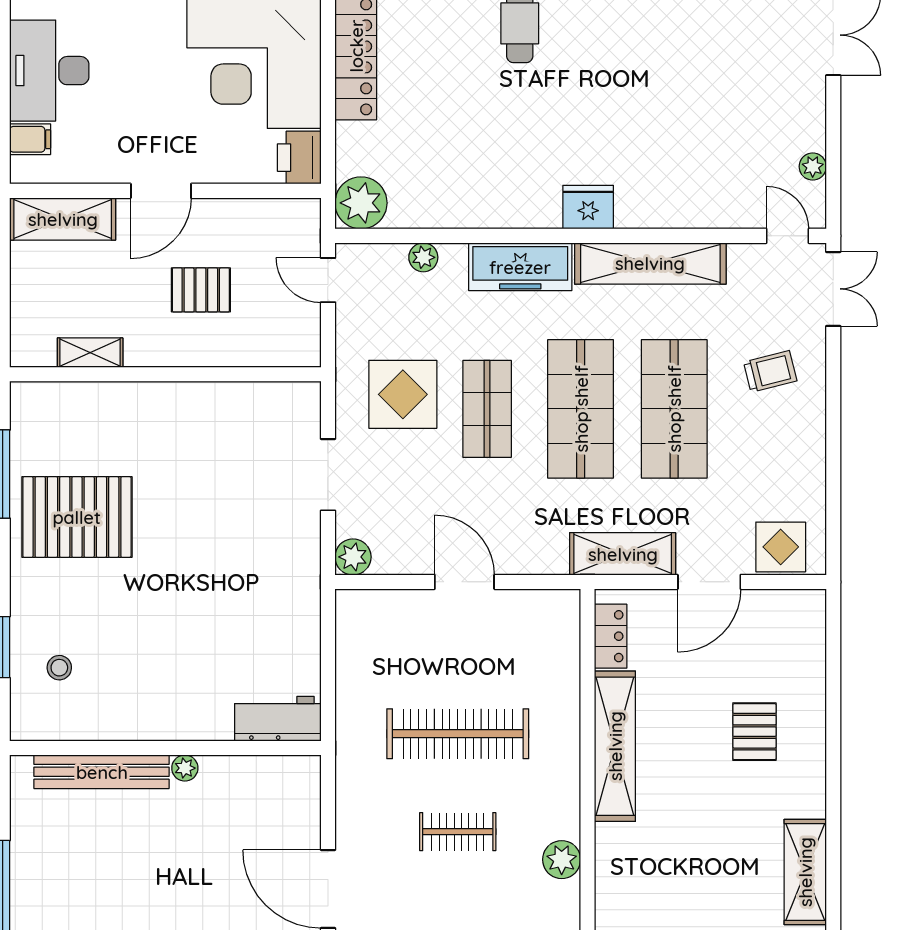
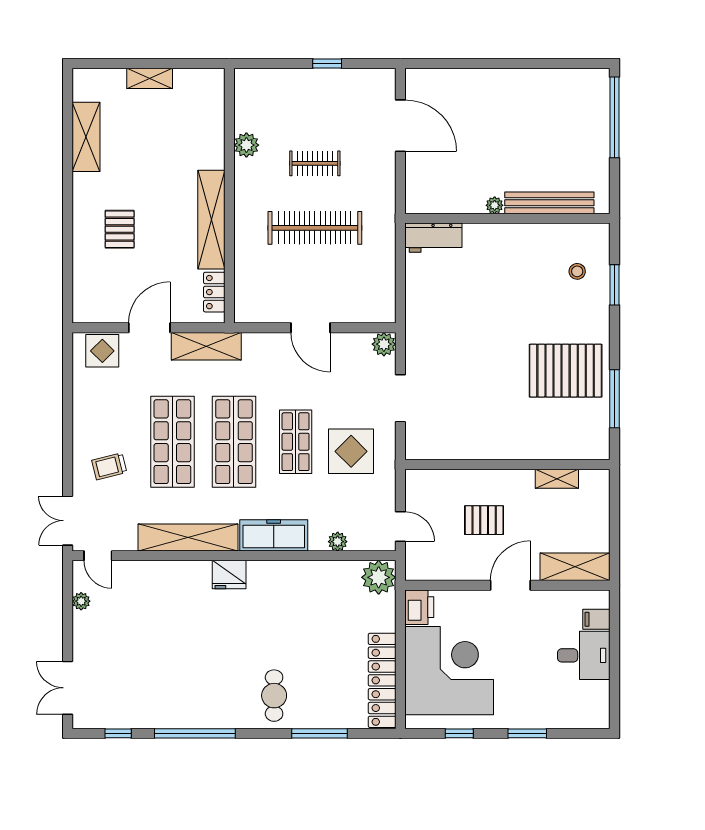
desk: (49, 71) -> (584, 655), width x0.73

